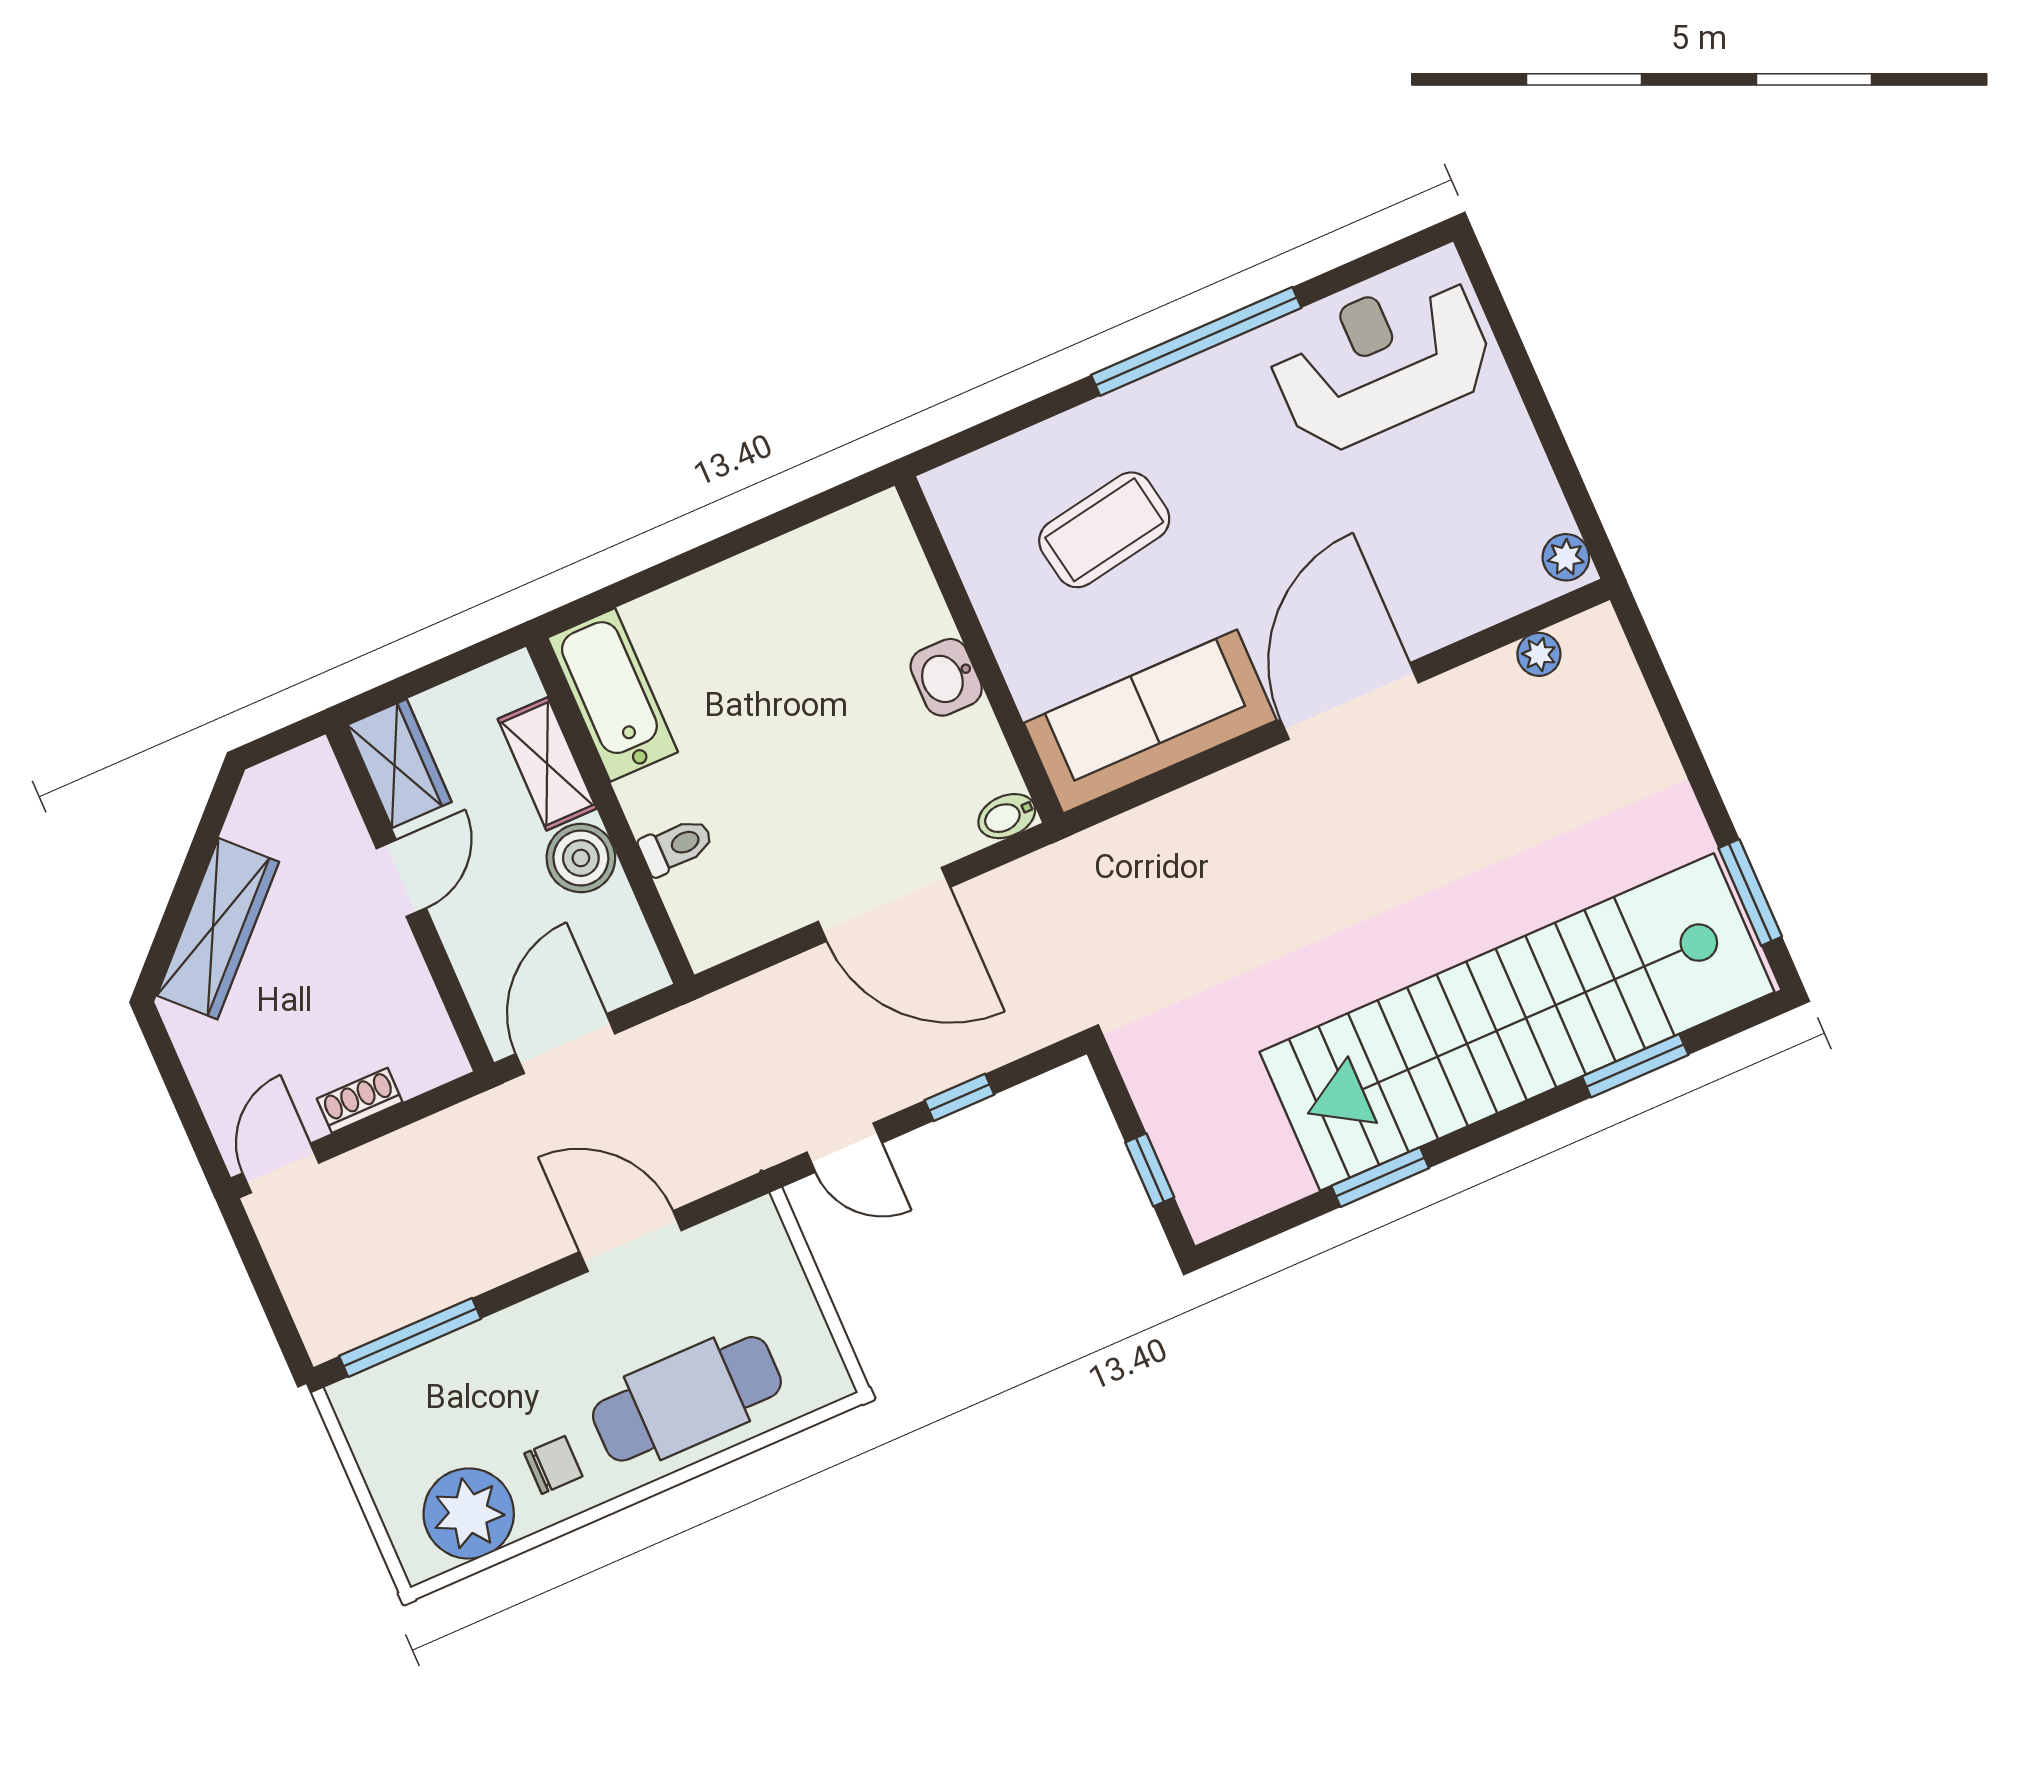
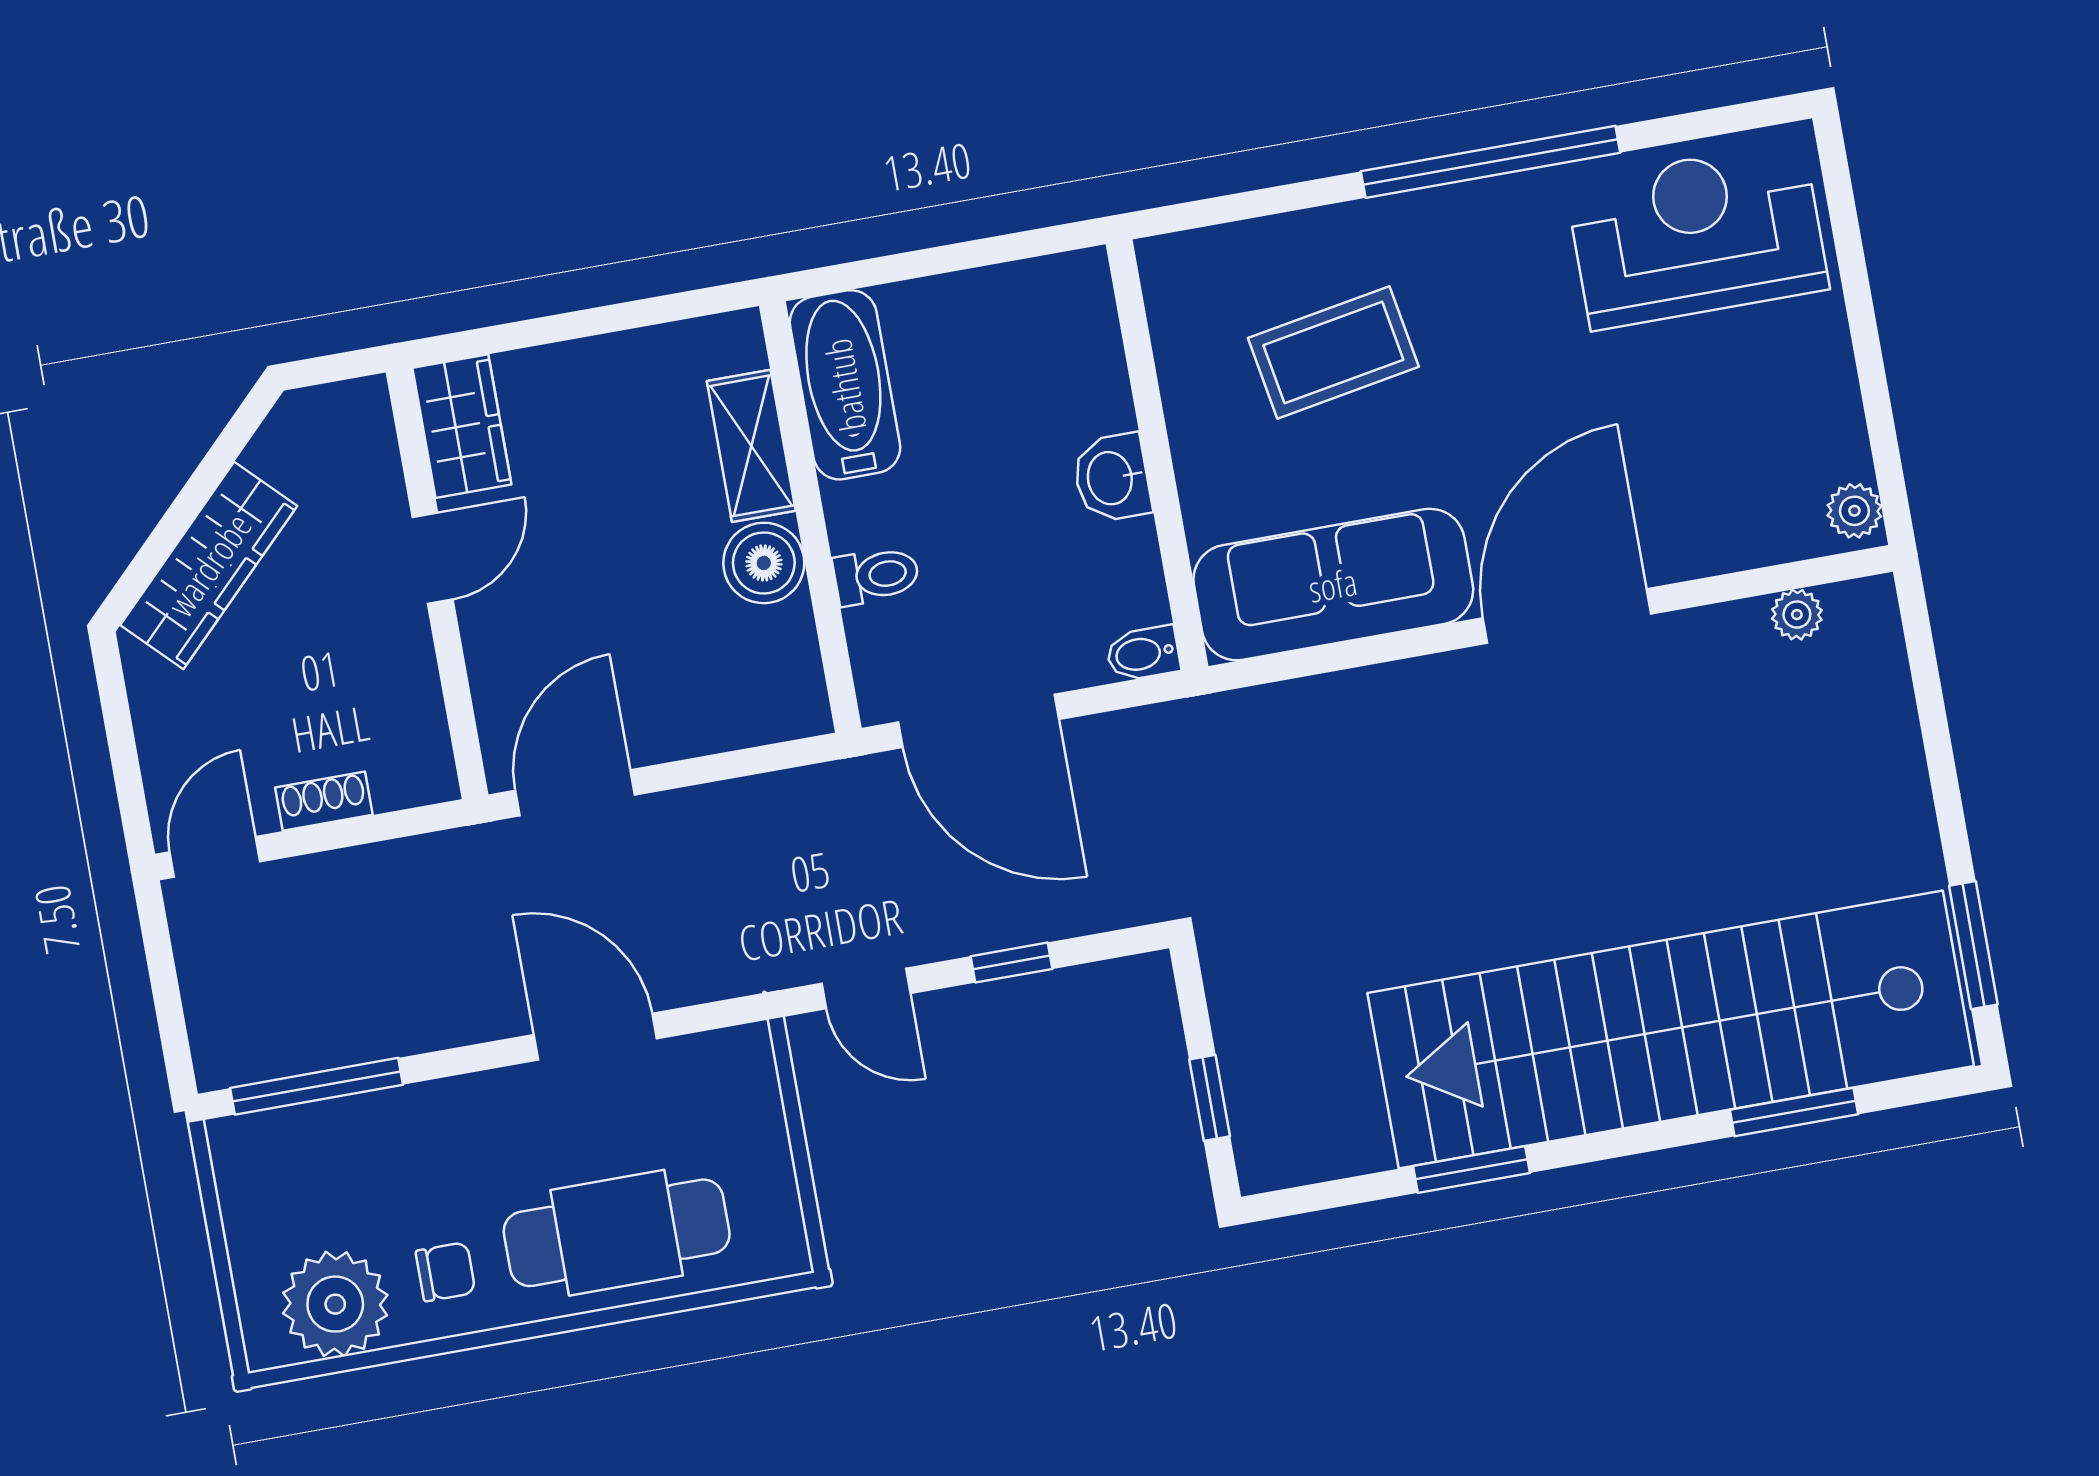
bathtub: (613, 695) -> (845, 385), moved
shelving: (547, 764) -> (751, 446), moved
wall: (610, 811) -> (810, 517), moved
toilet: (676, 846) -> (876, 576), moved
boiler: (581, 858) -> (764, 563), moved

